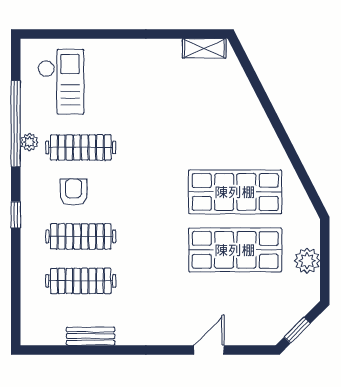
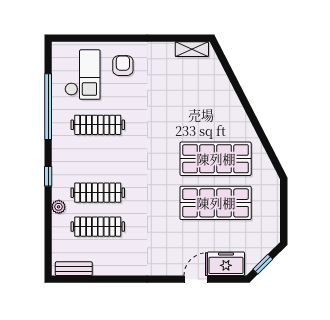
plant: (29, 142) -> (59, 207), moved
armchair: (74, 192) -> (123, 66), moved
plant: (307, 261) -> (270, 211), removed
freezer: (249, 330) -> (226, 264), added
bench: (91, 336) -> (74, 269), moved

